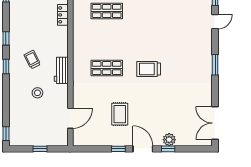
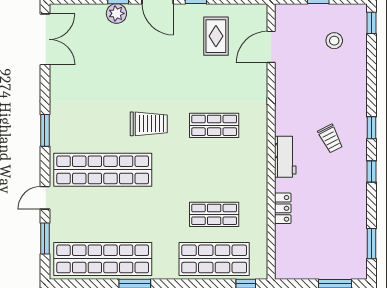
shop shelf: (178, 40) -> (103, 170), added
workbench: (61, 70) -> (285, 157), moved
stool: (37, 93) -> (334, 41), moved
rug: (120, 114) -> (216, 36), moved

